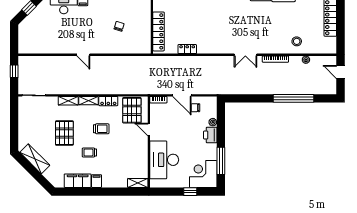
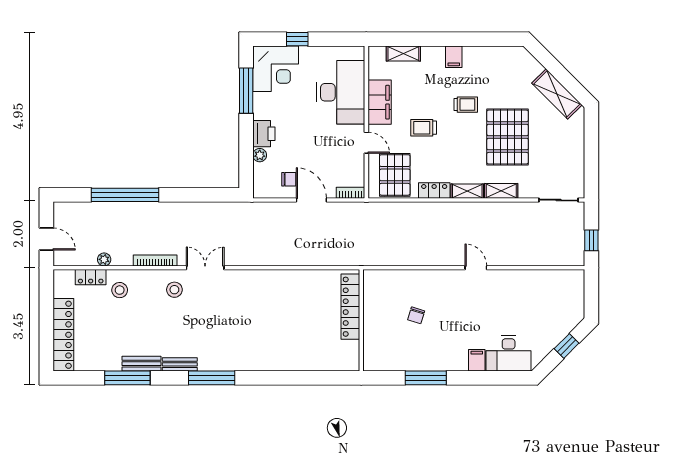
stool: (264, 42) -> (174, 290), added
locker: (187, 49) -> (91, 277), moved
trolley: (101, 129) -> (424, 128), moved
pallet: (64, 133) -> (508, 137), width x1.37, depth x1.41
filing cabinet: (78, 181) -> (380, 102), moved, turned -90
shelving: (138, 183) -> (403, 54), moved

